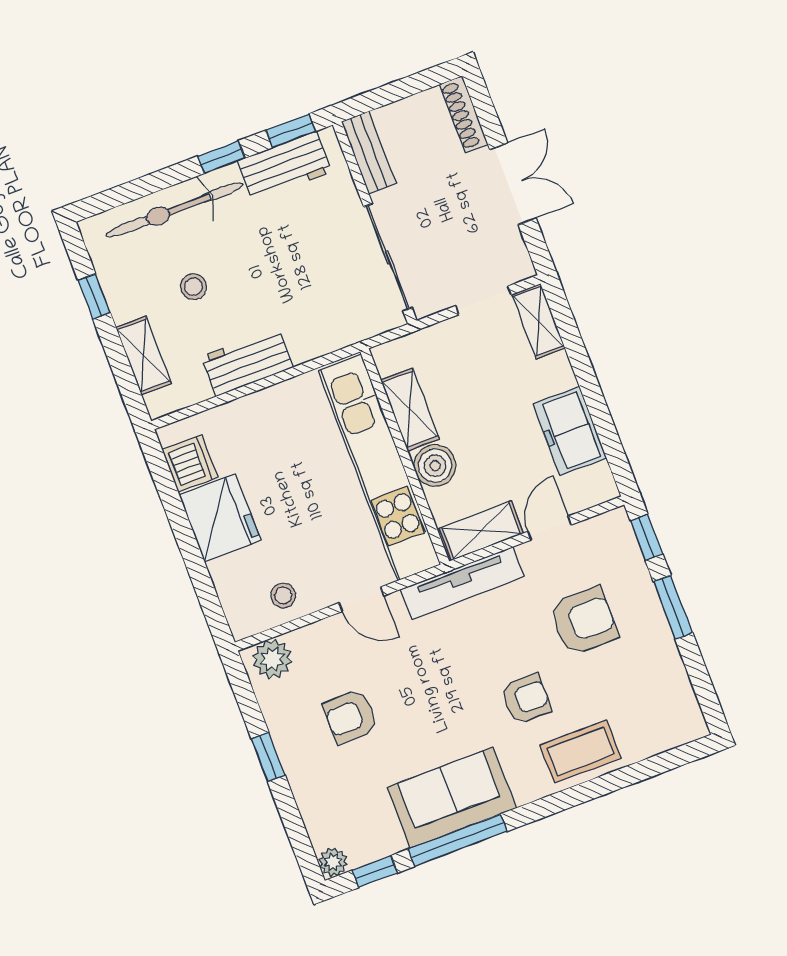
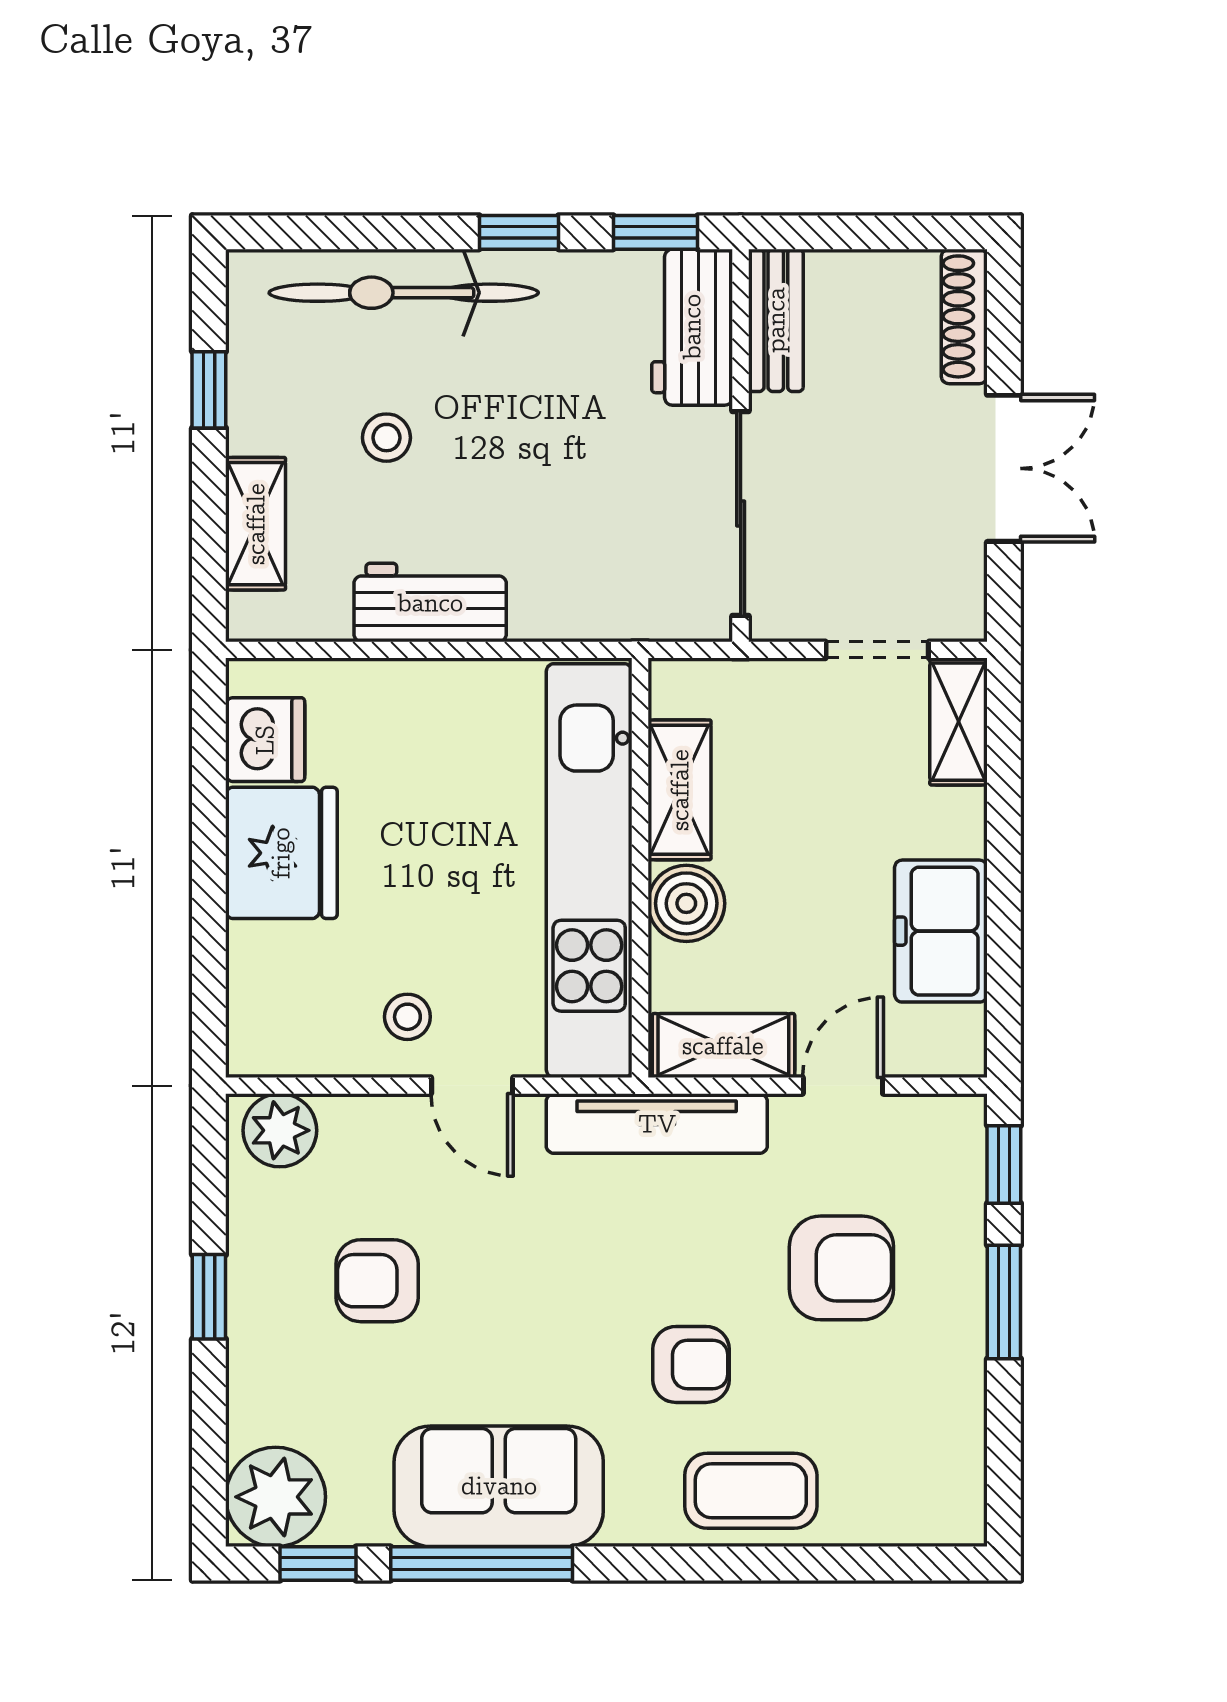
workbench: (285, 166) -> (692, 327), moved, turned 90
stool: (283, 596) -> (407, 1017), moved
plant: (333, 862) -> (276, 1497), width x1.88, depth x1.88

